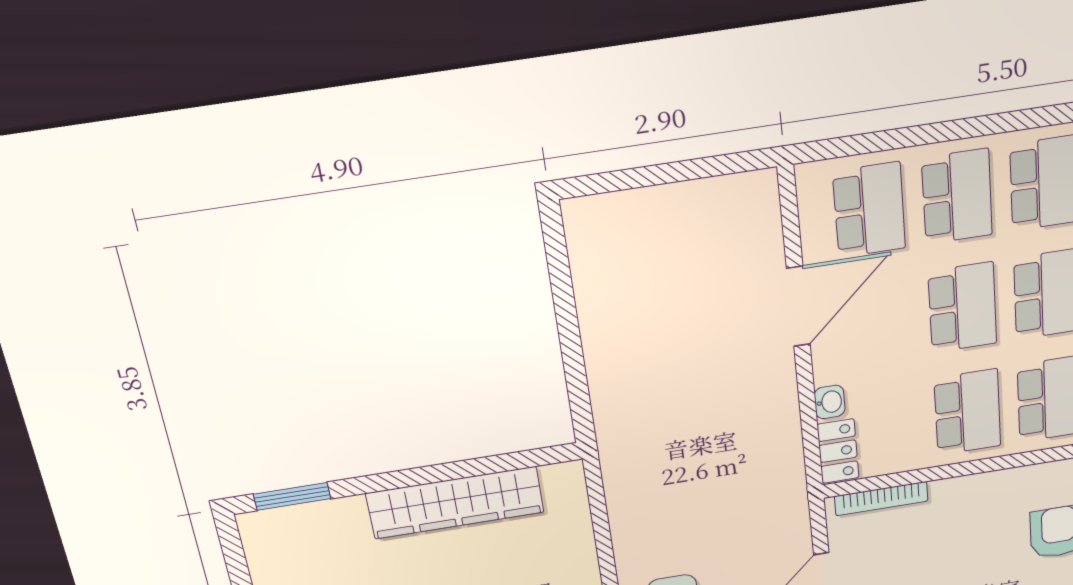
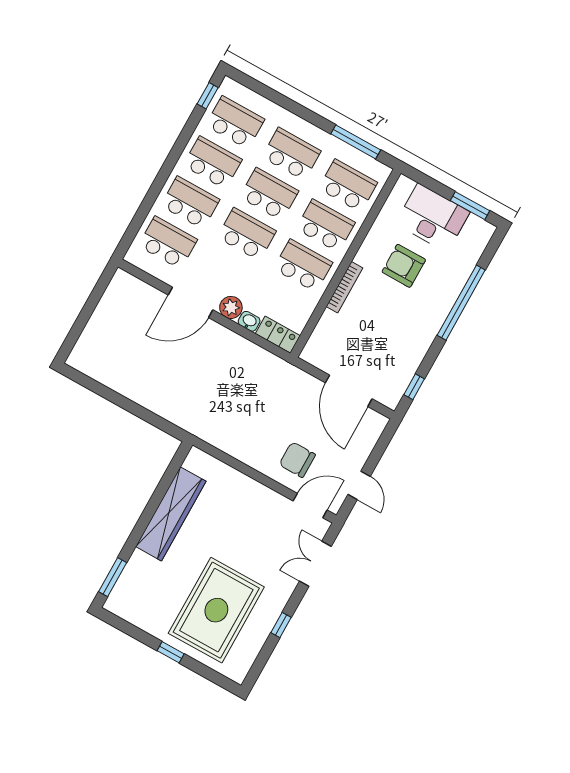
door: (798, 306) -> (191, 302), swing flipped
plant: (832, 365) -> (231, 307), added
bookcase: (881, 499) -> (345, 287), moved

